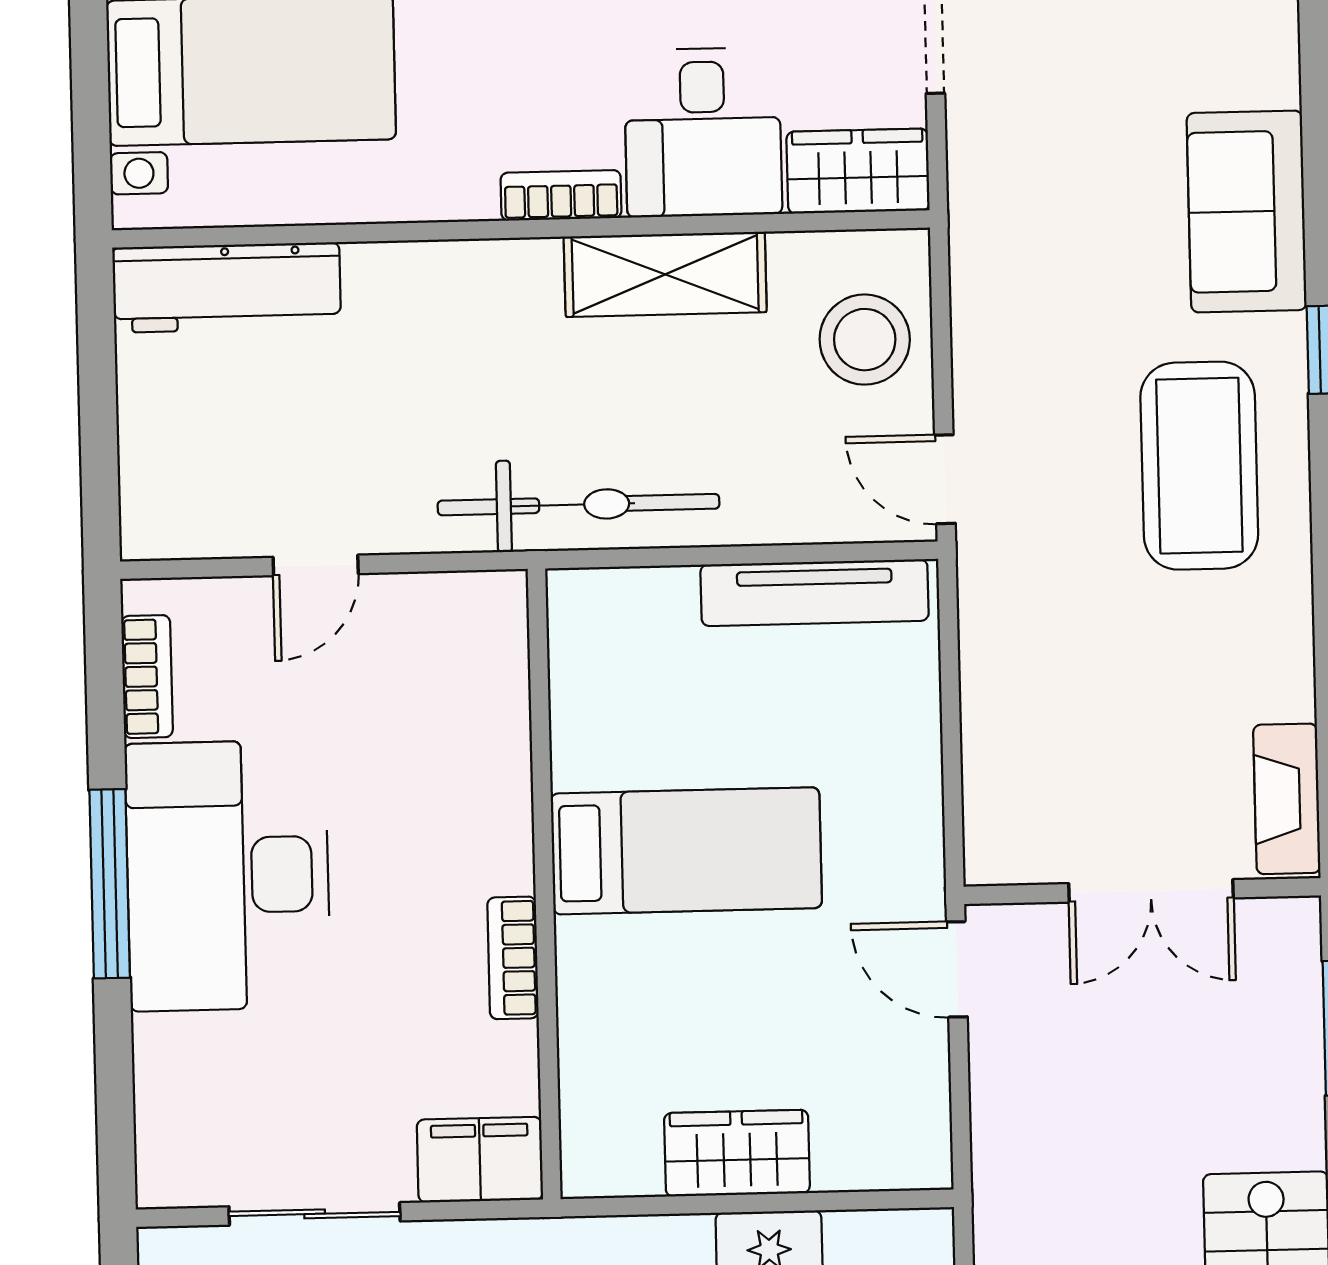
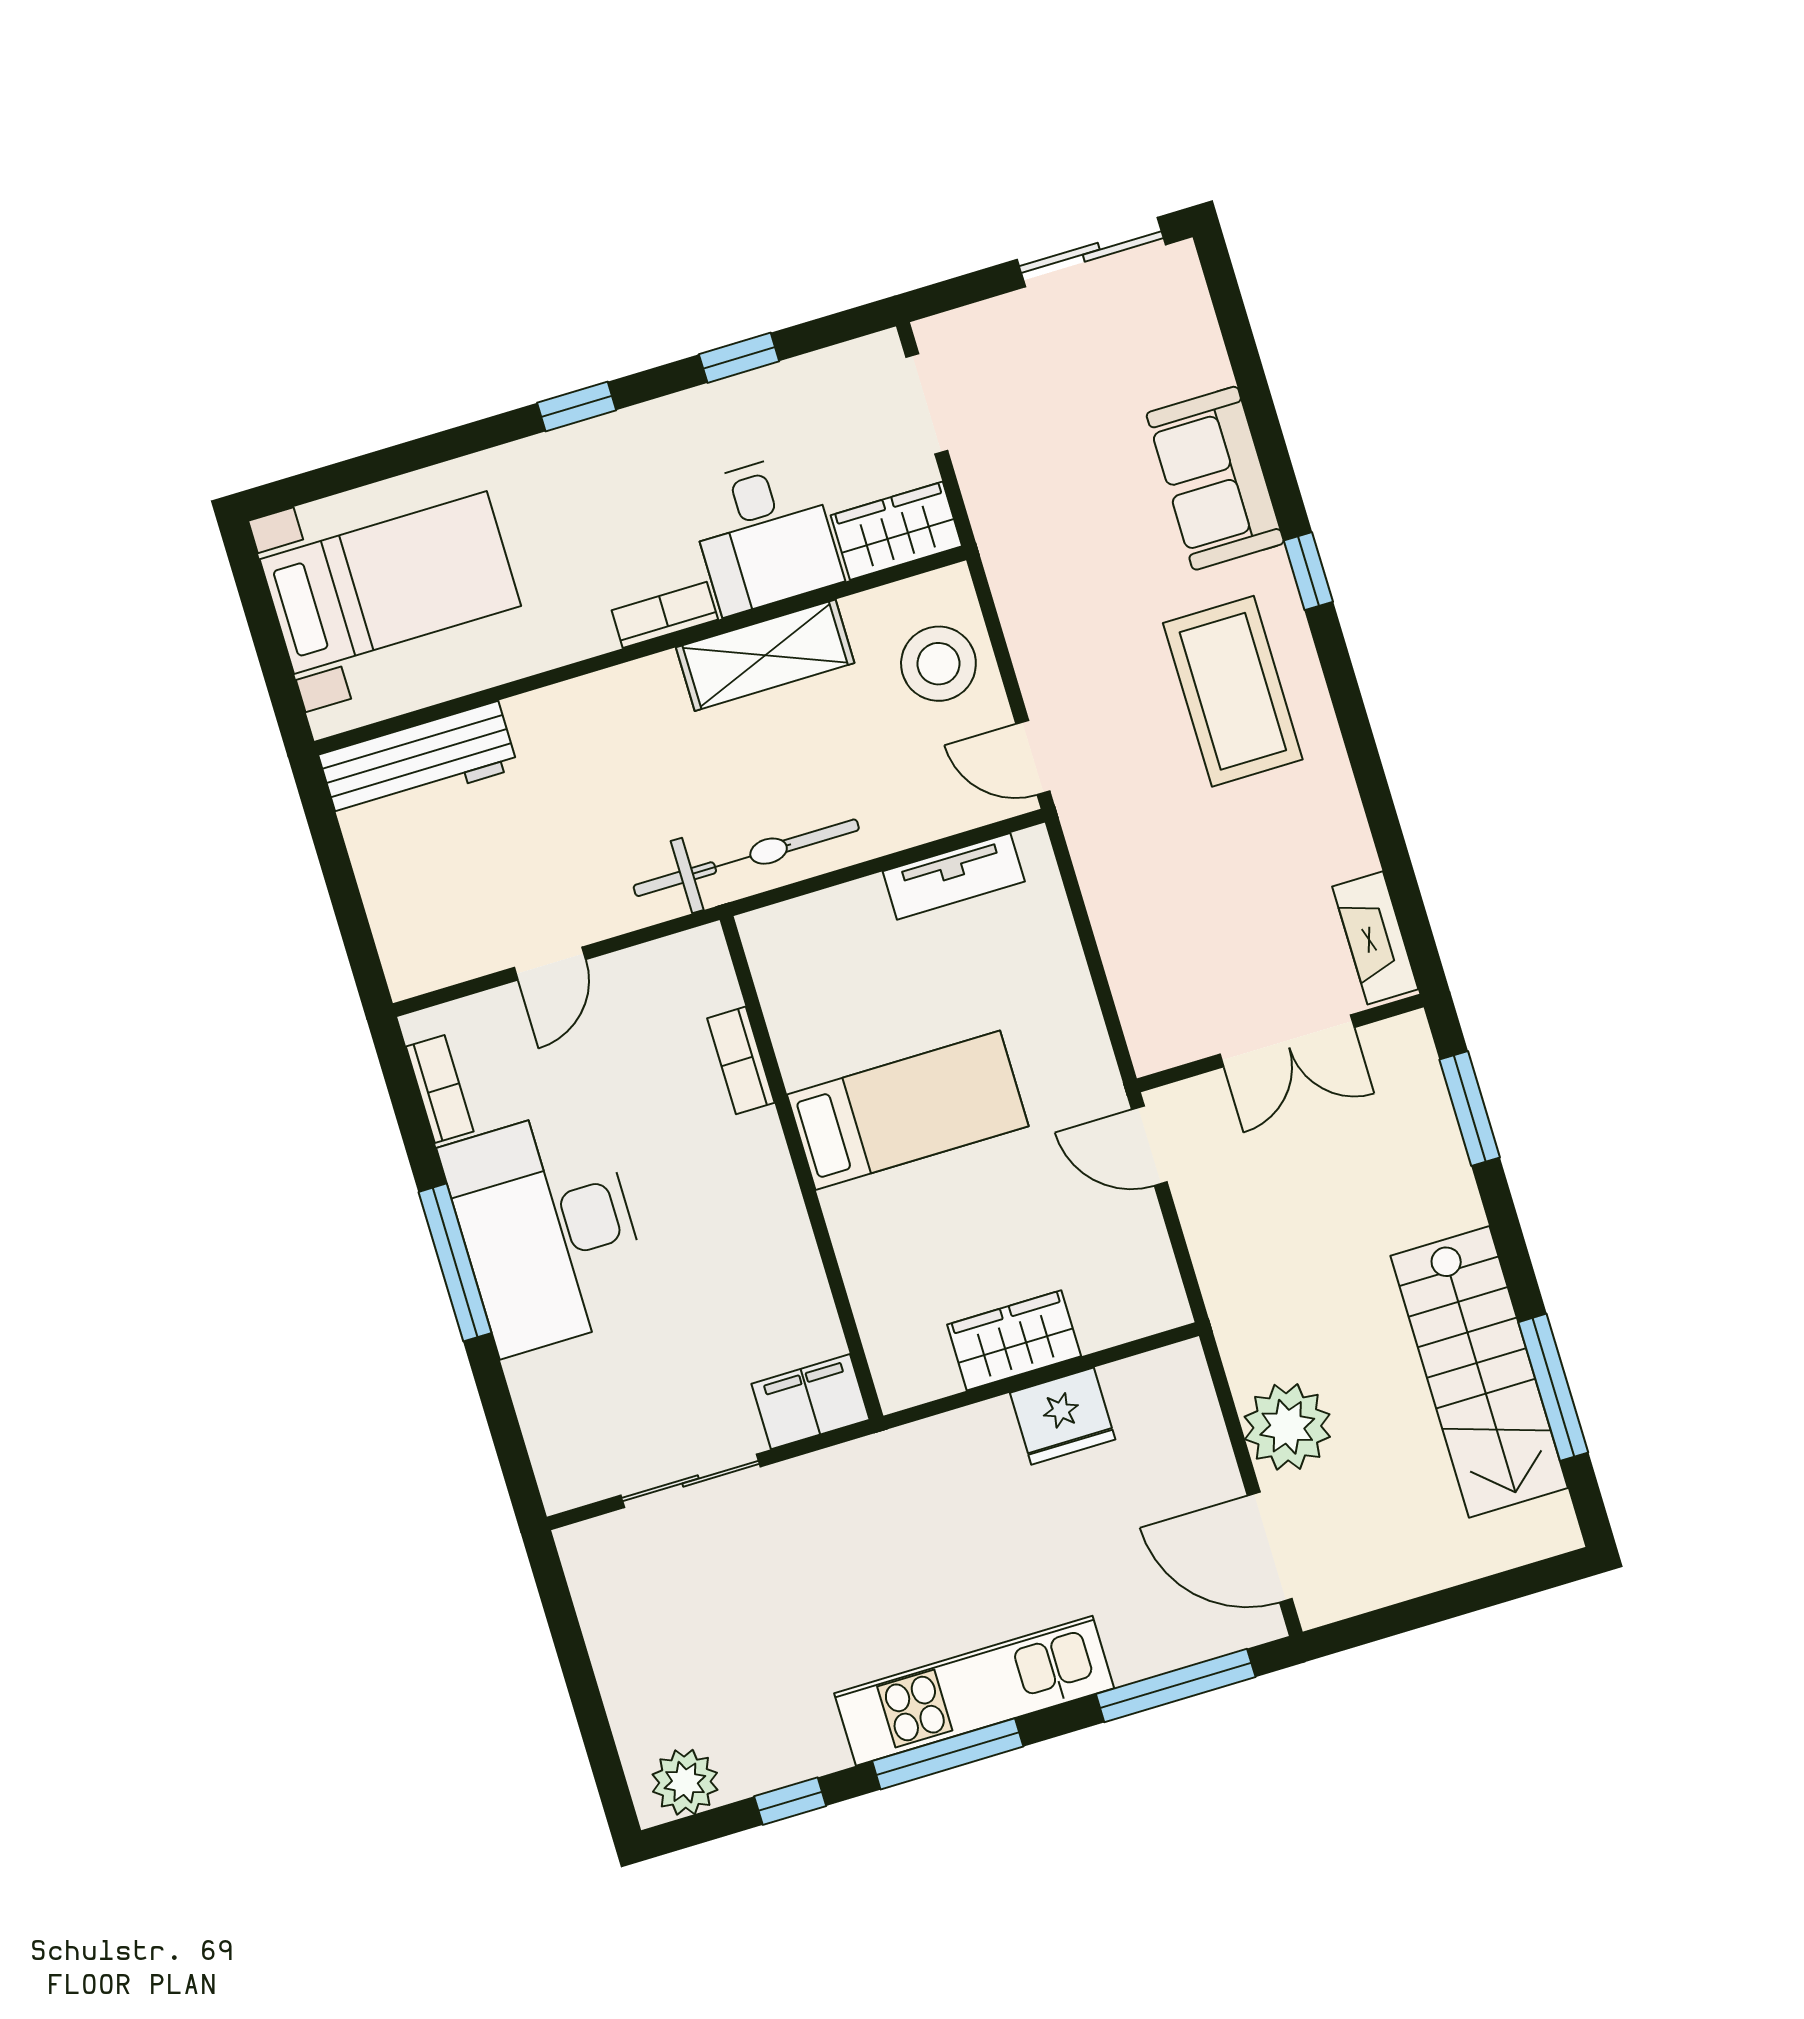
tv unit: (815, 593) -> (954, 876), width x0.71
bookcase: (513, 958) -> (741, 1060), moved

